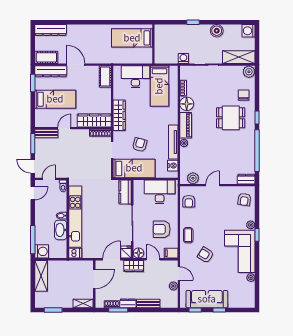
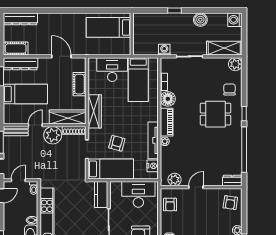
door: (76, 65) -> (61, 56), moved
cot: (105, 77) -> (79, 84), moved
plant: (81, 137) -> (53, 135), added

